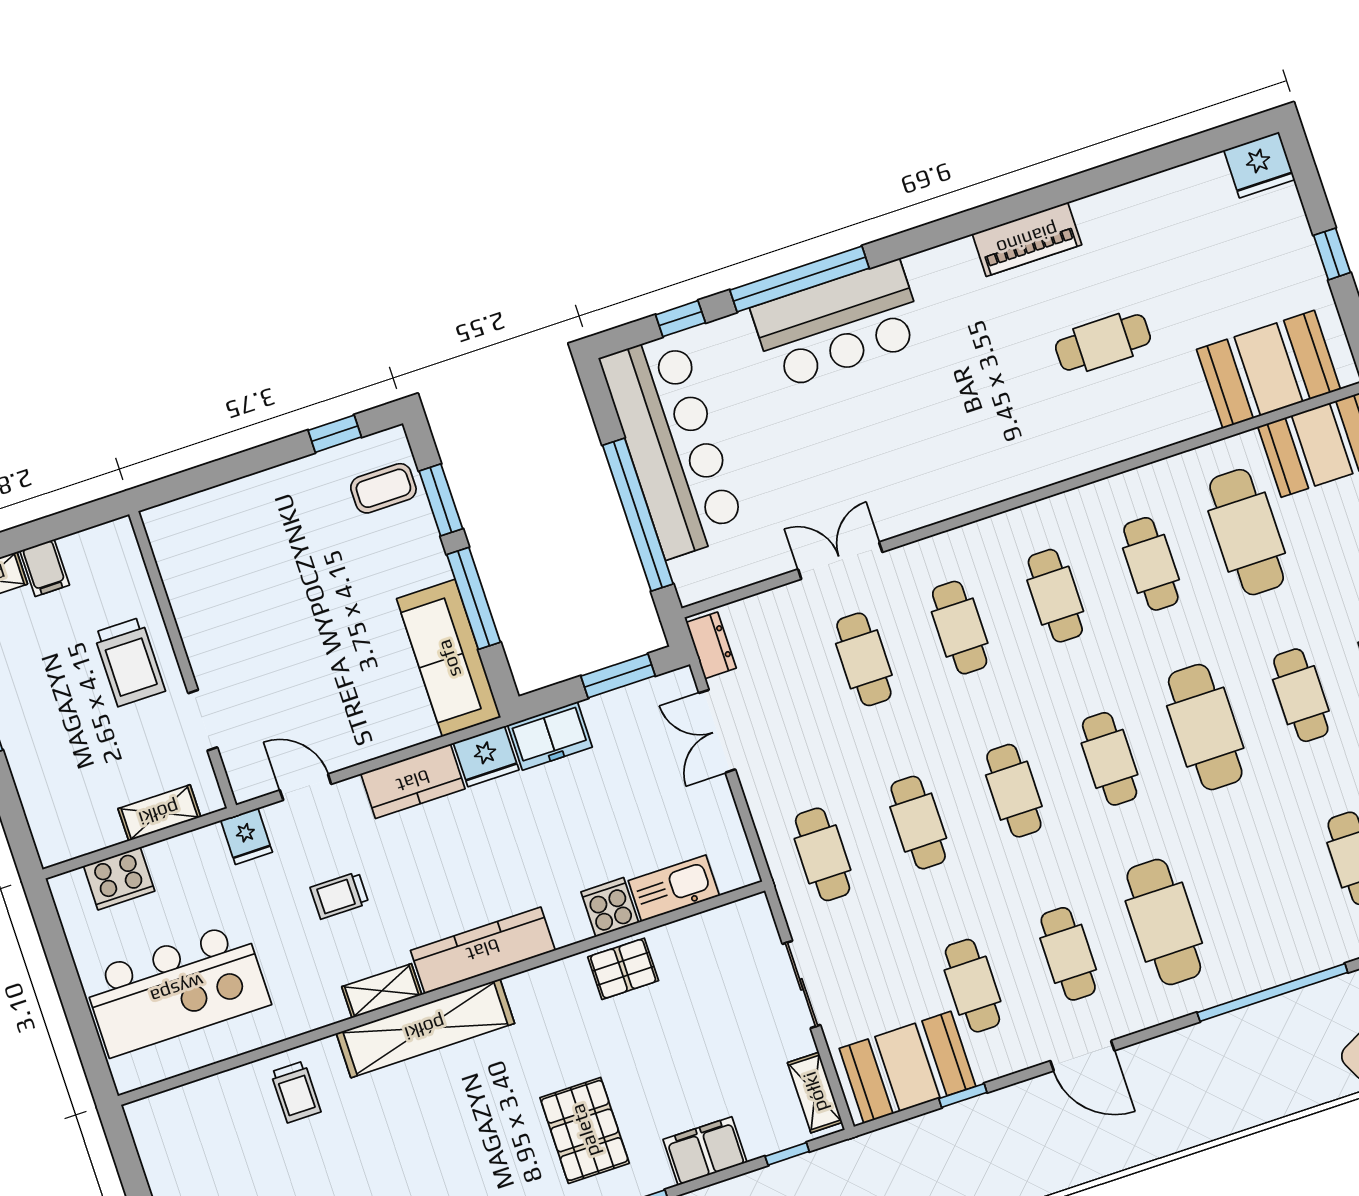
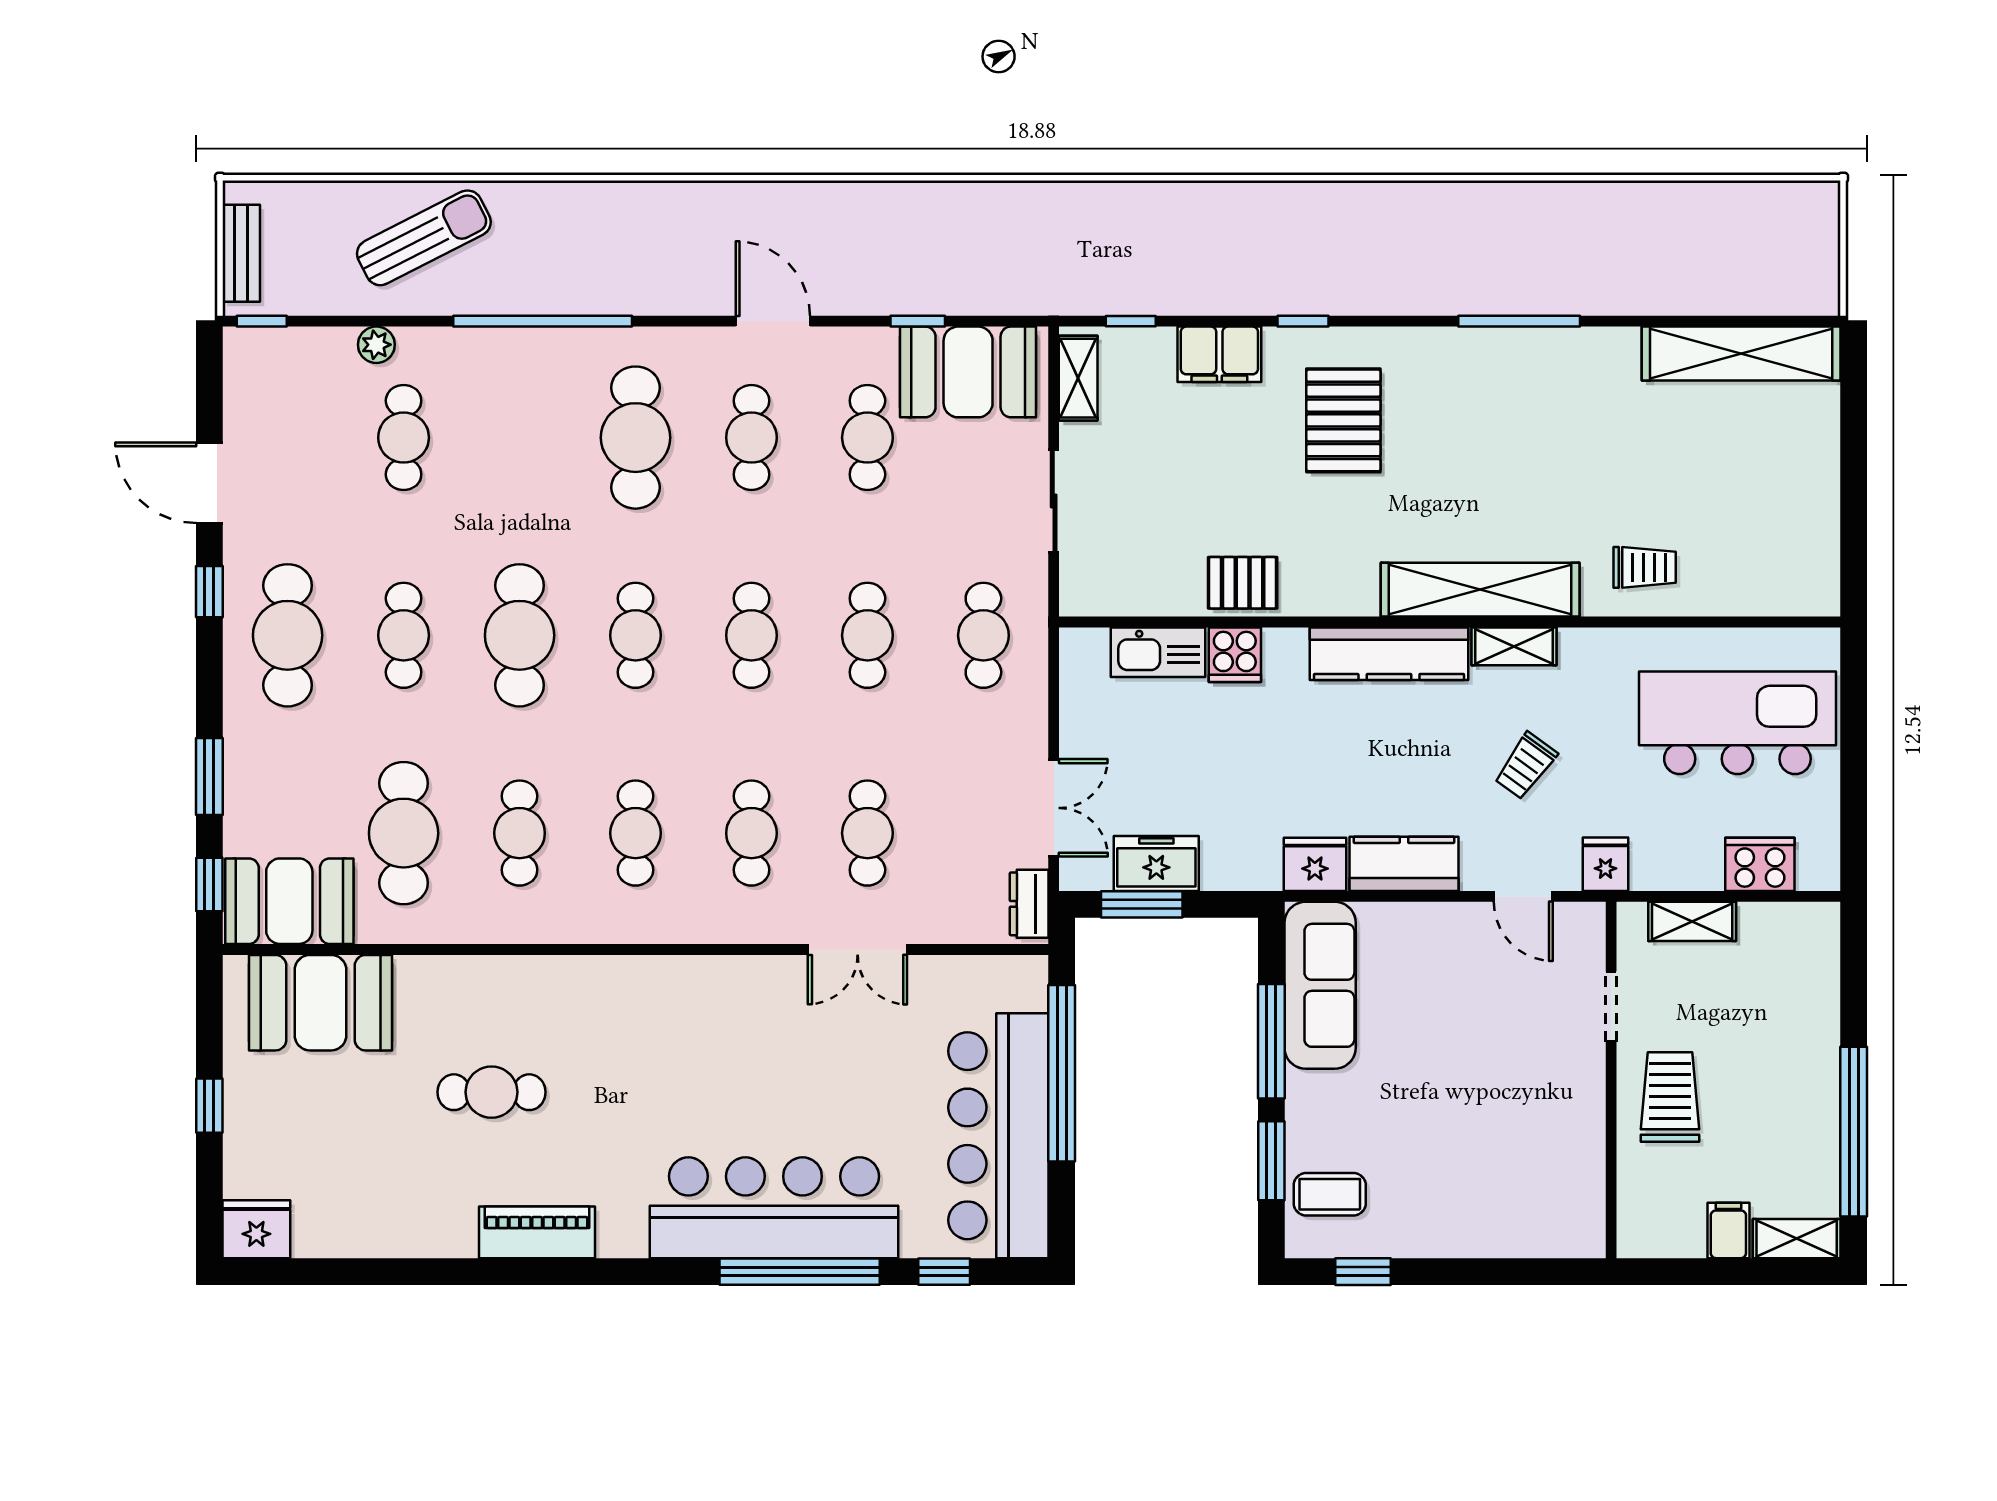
bar counter: (838, 325) -> (774, 1208), width x1.36
freezer: (550, 736) -> (1156, 863), moved
trolley: (339, 895) -> (1526, 766), turned 126
trolley: (296, 1092) -> (1645, 567), turned 90

